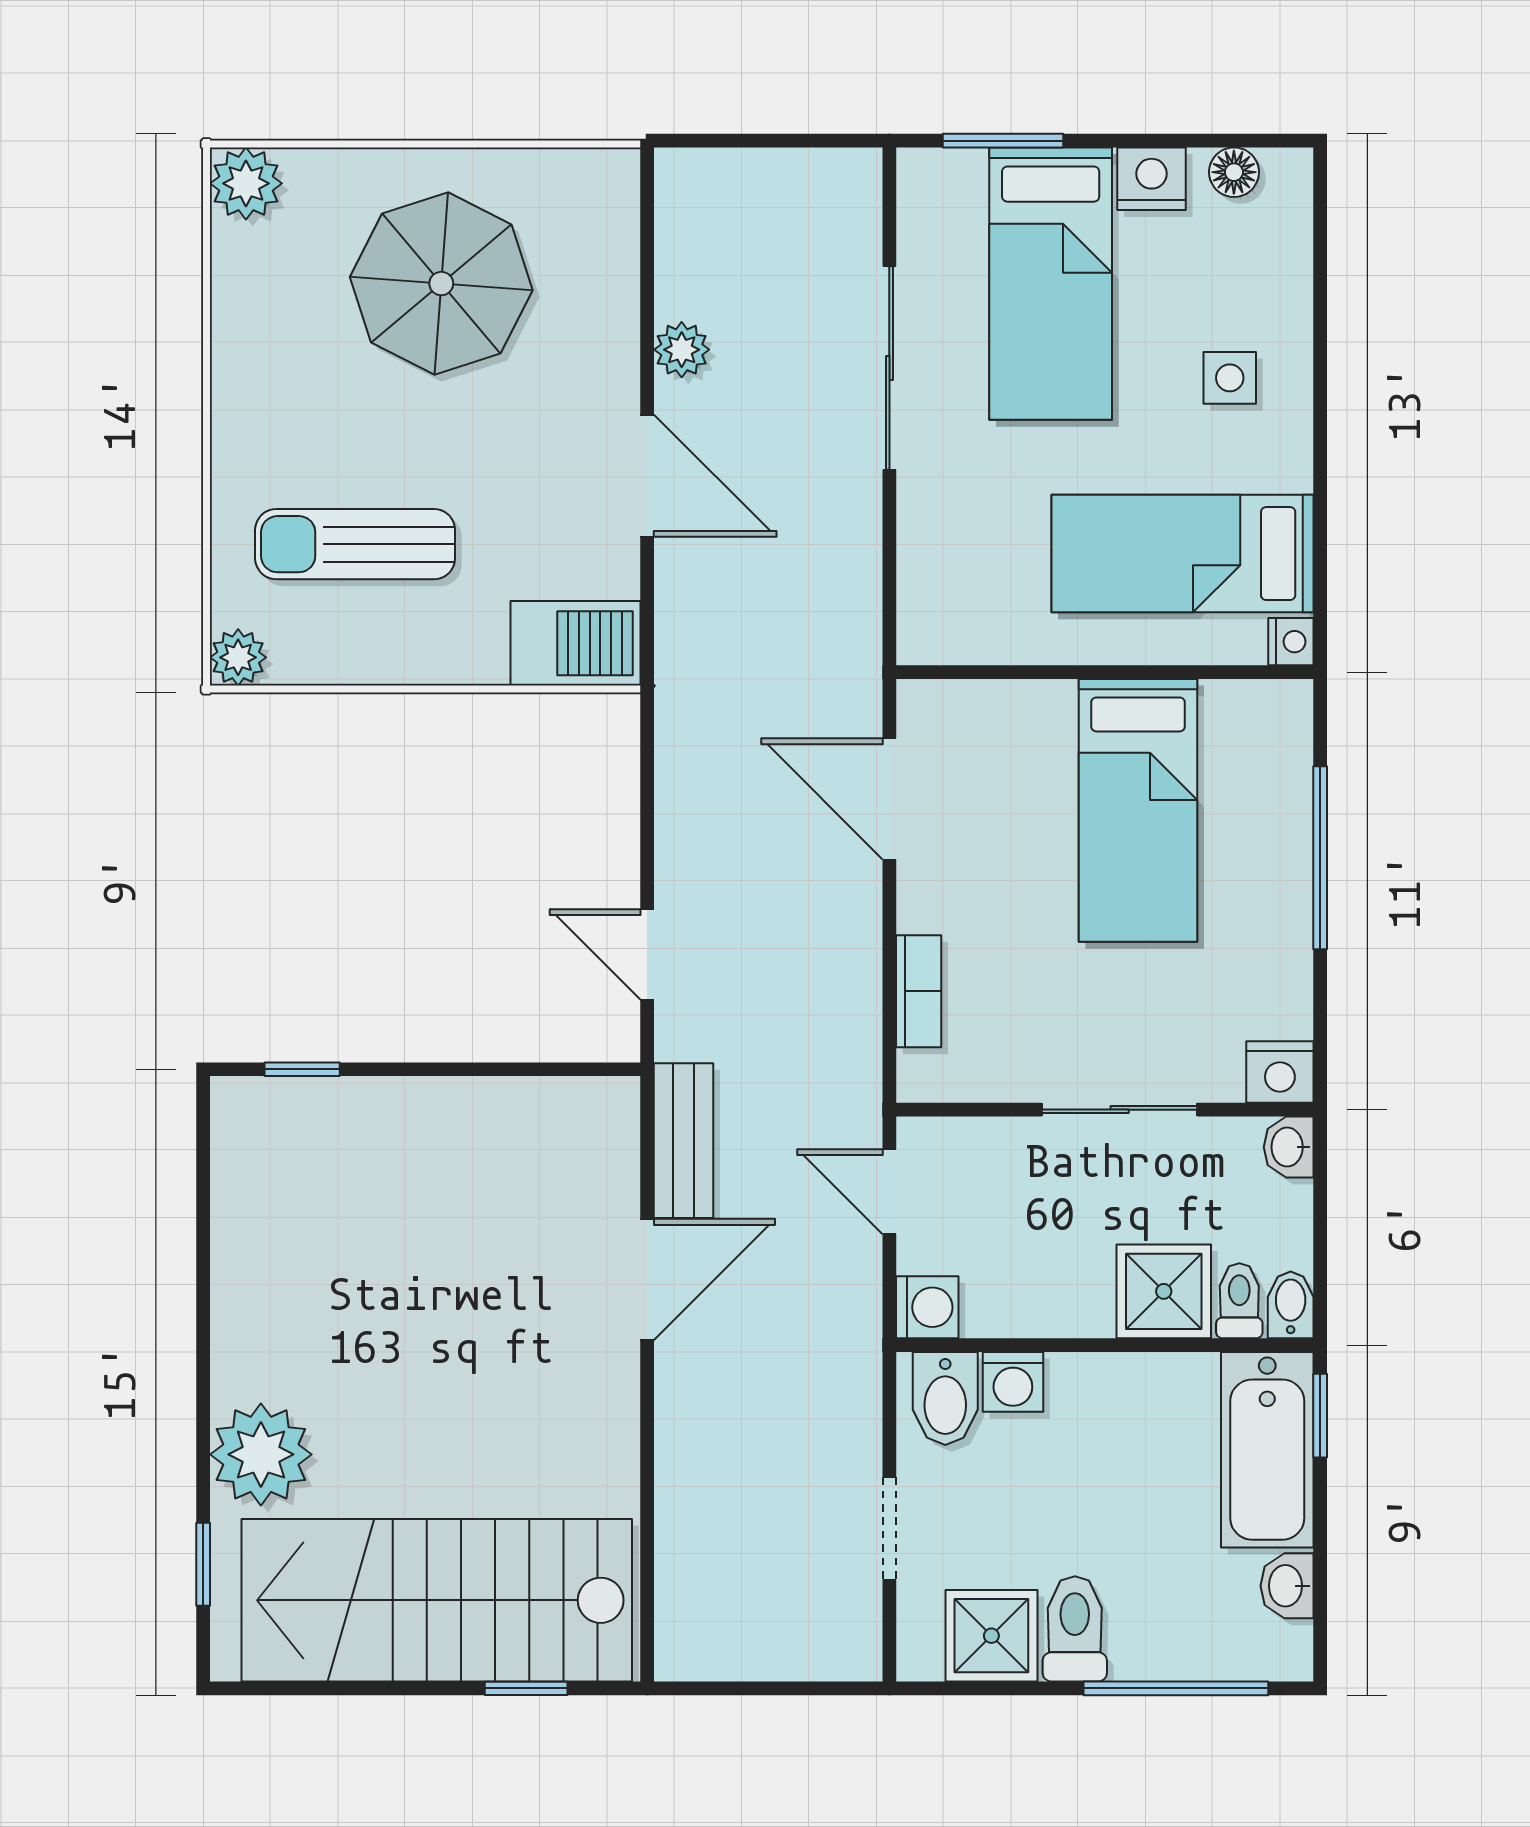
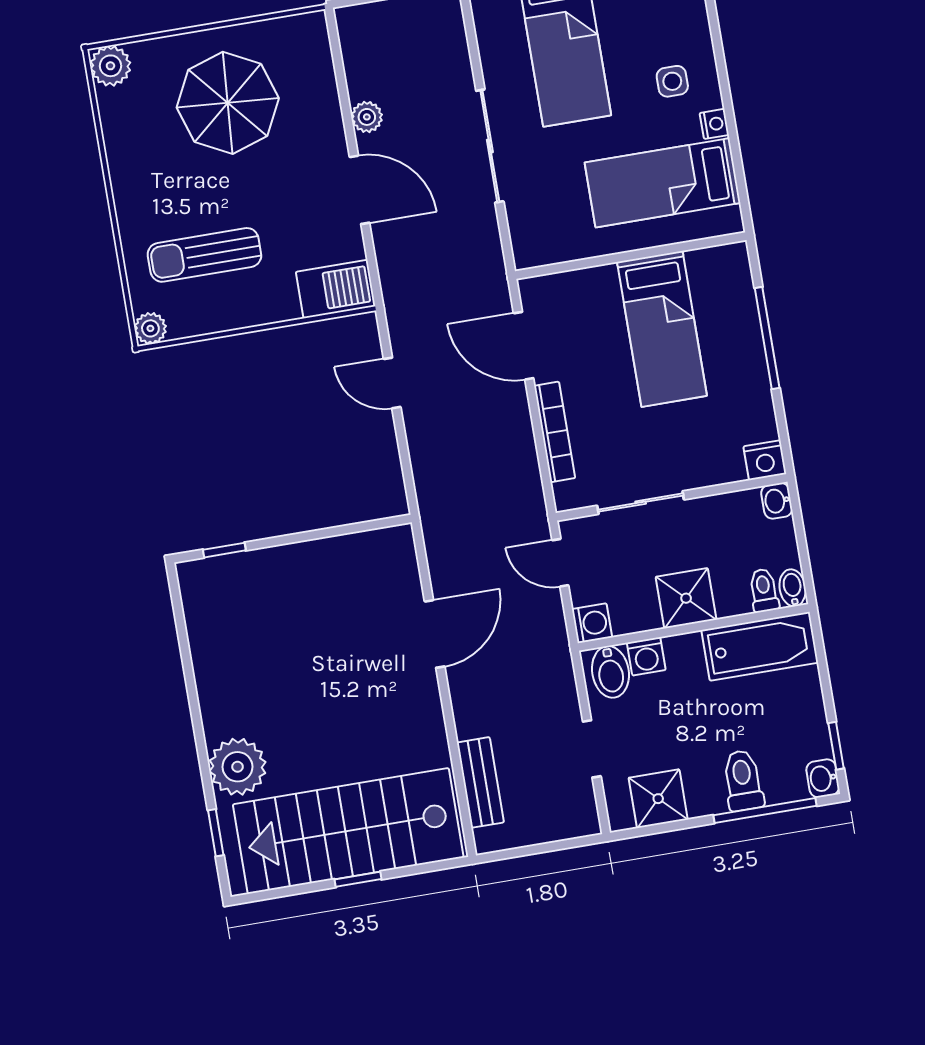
sliding door: (889, 368) -> (490, 146), moved
nightstand: (1291, 642) -> (714, 124), moved
door: (647, 954) -> (392, 383), moved
bookcase: (919, 991) -> (555, 432), width x1.56
sliding door: (1120, 1110) -> (641, 503), moved
bench: (684, 1141) -> (480, 782), moved
shower: (1164, 1291) -> (686, 598), moved
window: (1320, 1416) -> (836, 746), moved
bathtub: (1267, 1450) -> (760, 646), moved, turned -90
washbasin: (1287, 1586) -> (823, 778), moved
toilet: (1075, 1629) -> (743, 780), moved
window: (526, 1688) -> (358, 879), moved

